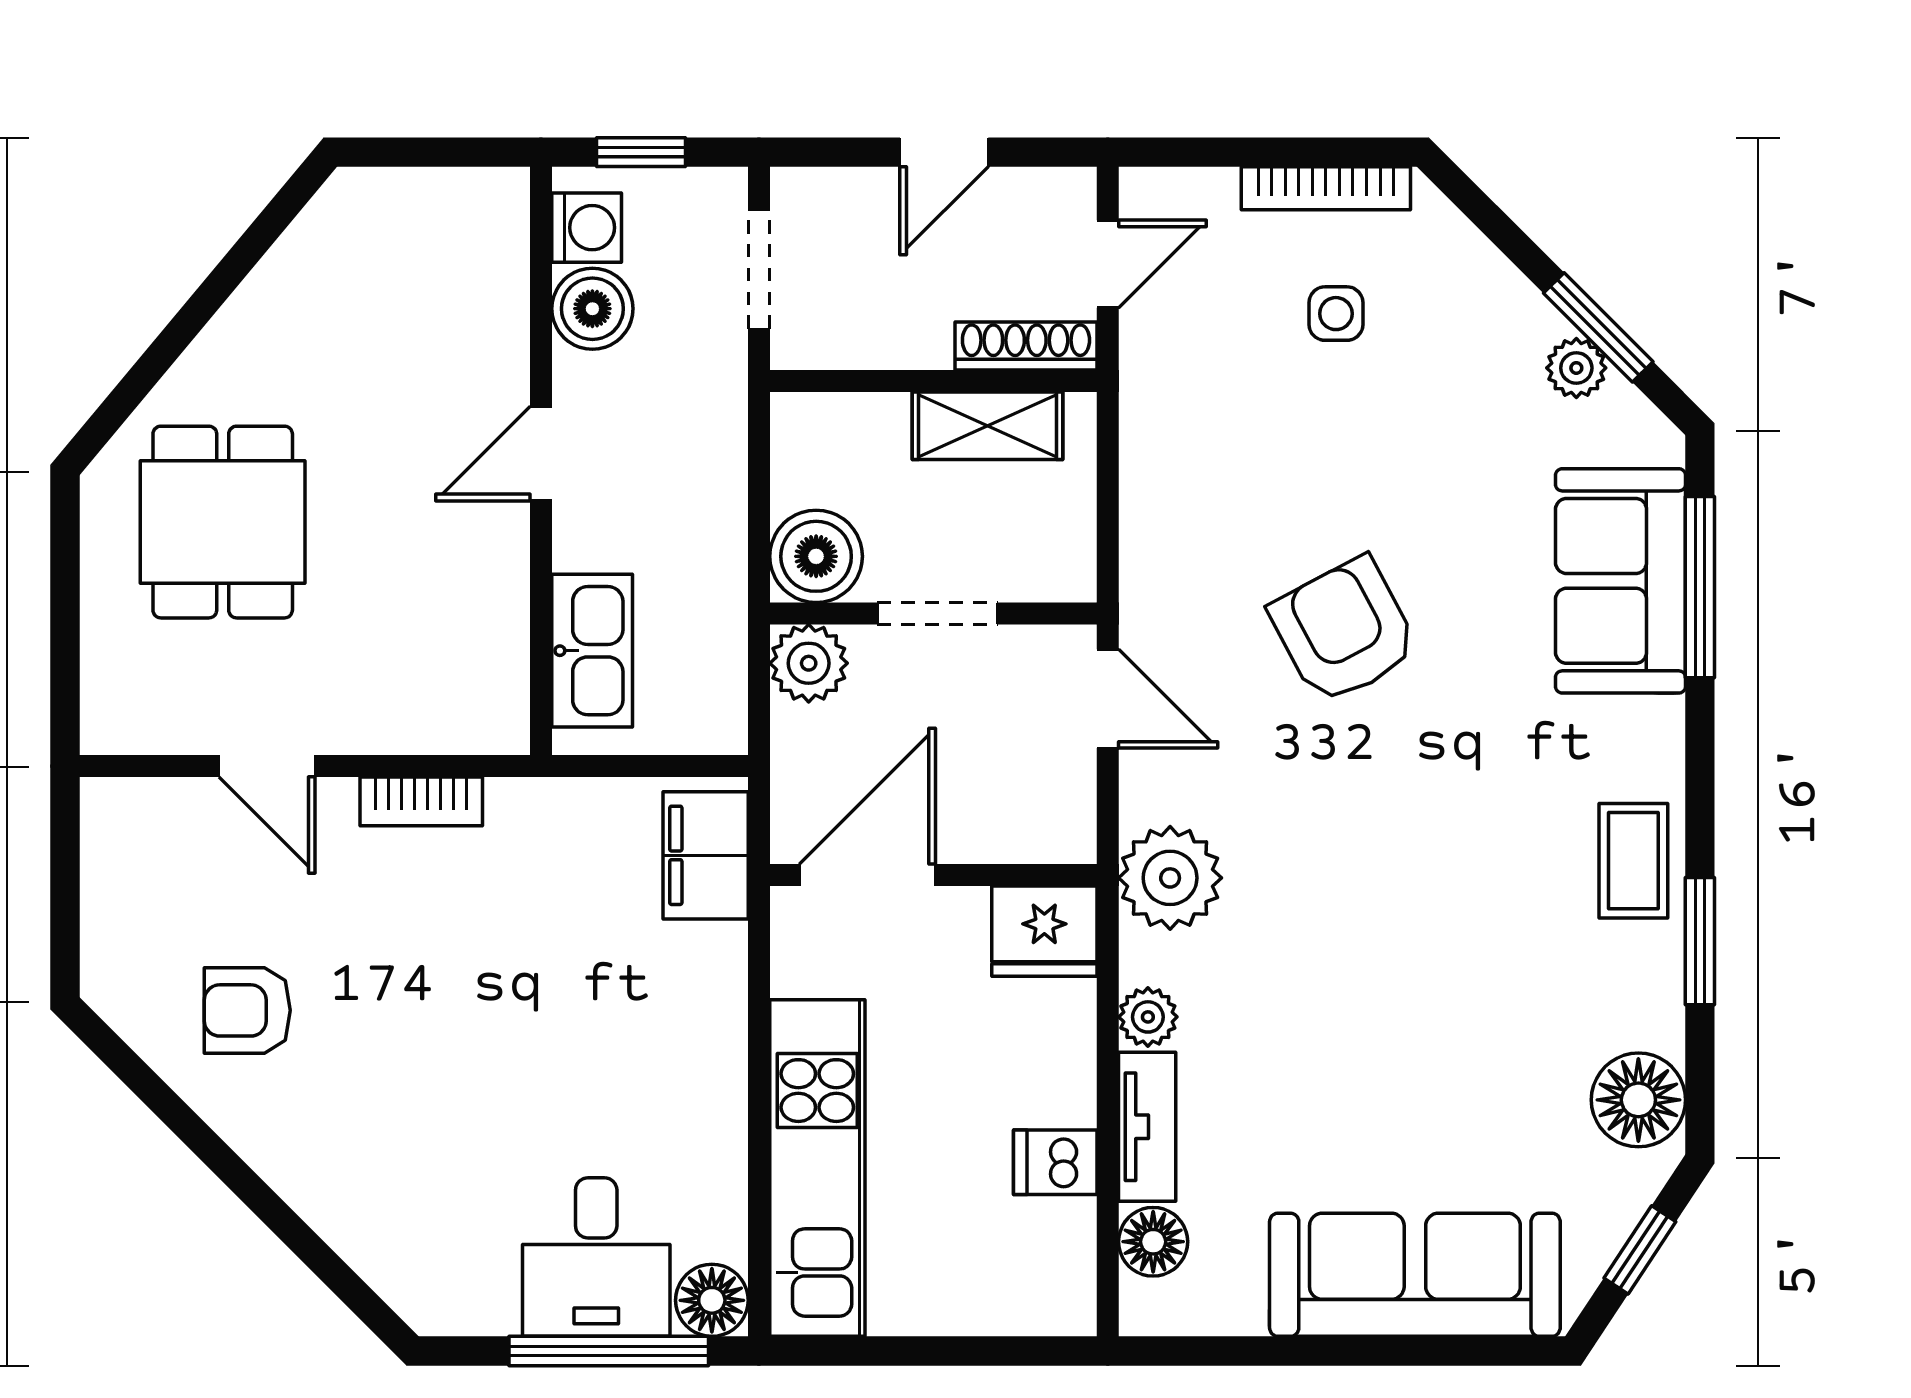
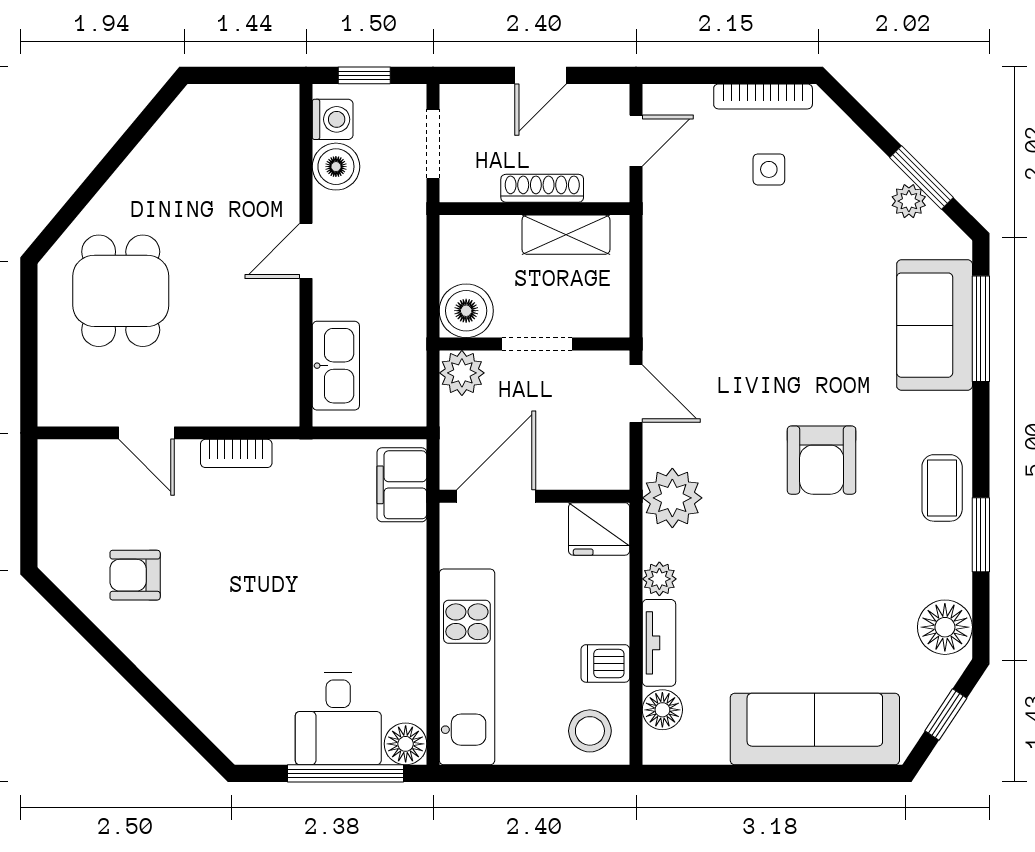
shoe rack: (1026, 346) -> (542, 188), moved
armchair: (1344, 631) -> (822, 460), moved, turned -152
stool: (1029, 1278) -> (590, 731), added

